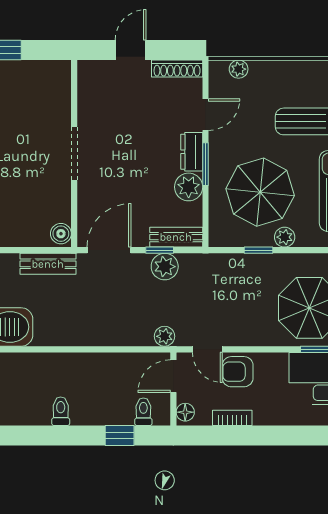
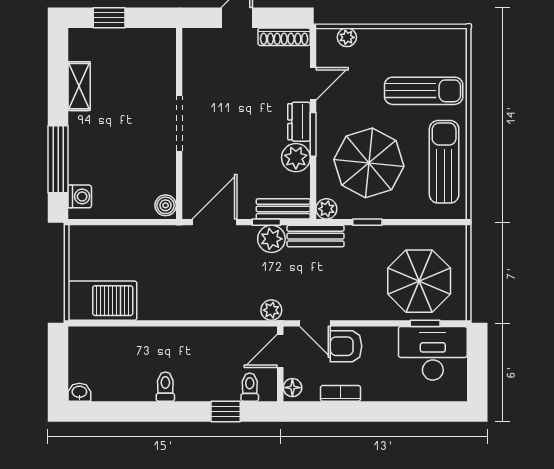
plant: (285, 237) -> (326, 209), moved
bench: (48, 264) -> (316, 236), moved

